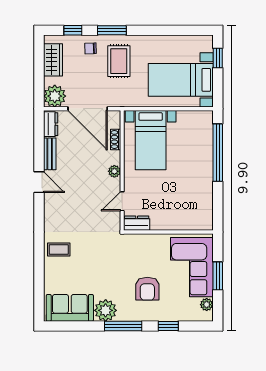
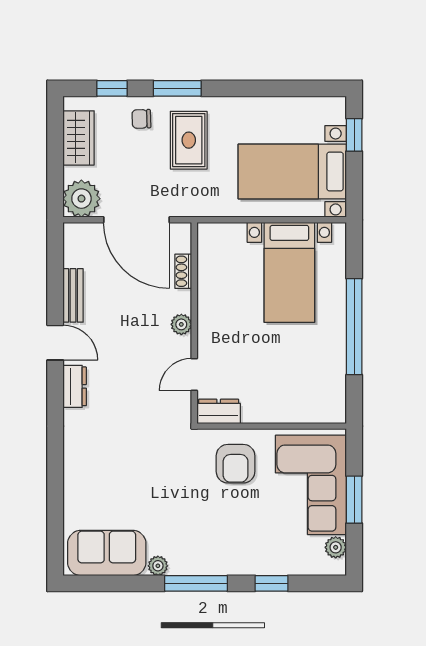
dresser: (51, 124) -> (75, 386), moved
bed with nightstands: (151, 140) -> (289, 272), moved
window: (218, 153) -> (354, 327), moved
coffee table: (59, 249) -> (88, 455), removed
armchair: (147, 289) -> (236, 464), moved
plant: (106, 310) -> (158, 566), width x0.53, depth x0.53

